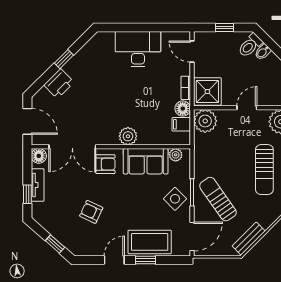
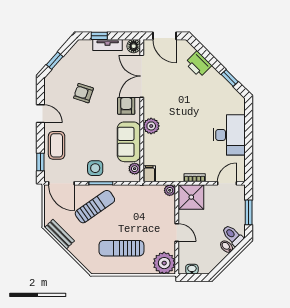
window: (225, 27) -> (249, 212), width x1.50
window: (64, 59) -> (230, 78), moved
floor lamp: (183, 109) -> (176, 175), removed
door: (27, 121) -> (164, 36), hinge flipped
plant: (205, 121) -> (170, 190), width x0.53, depth x0.53
filing cabinet: (181, 124) -> (149, 174), moved
armchair: (105, 164) -> (126, 106), turned 180
side table: (175, 199) -> (95, 168), turned 45
armchair: (91, 212) -> (83, 93), turned -97
coffee table: (150, 242) -> (57, 145), width x0.73, depth x0.76
window: (145, 260) -> (40, 162), moved

